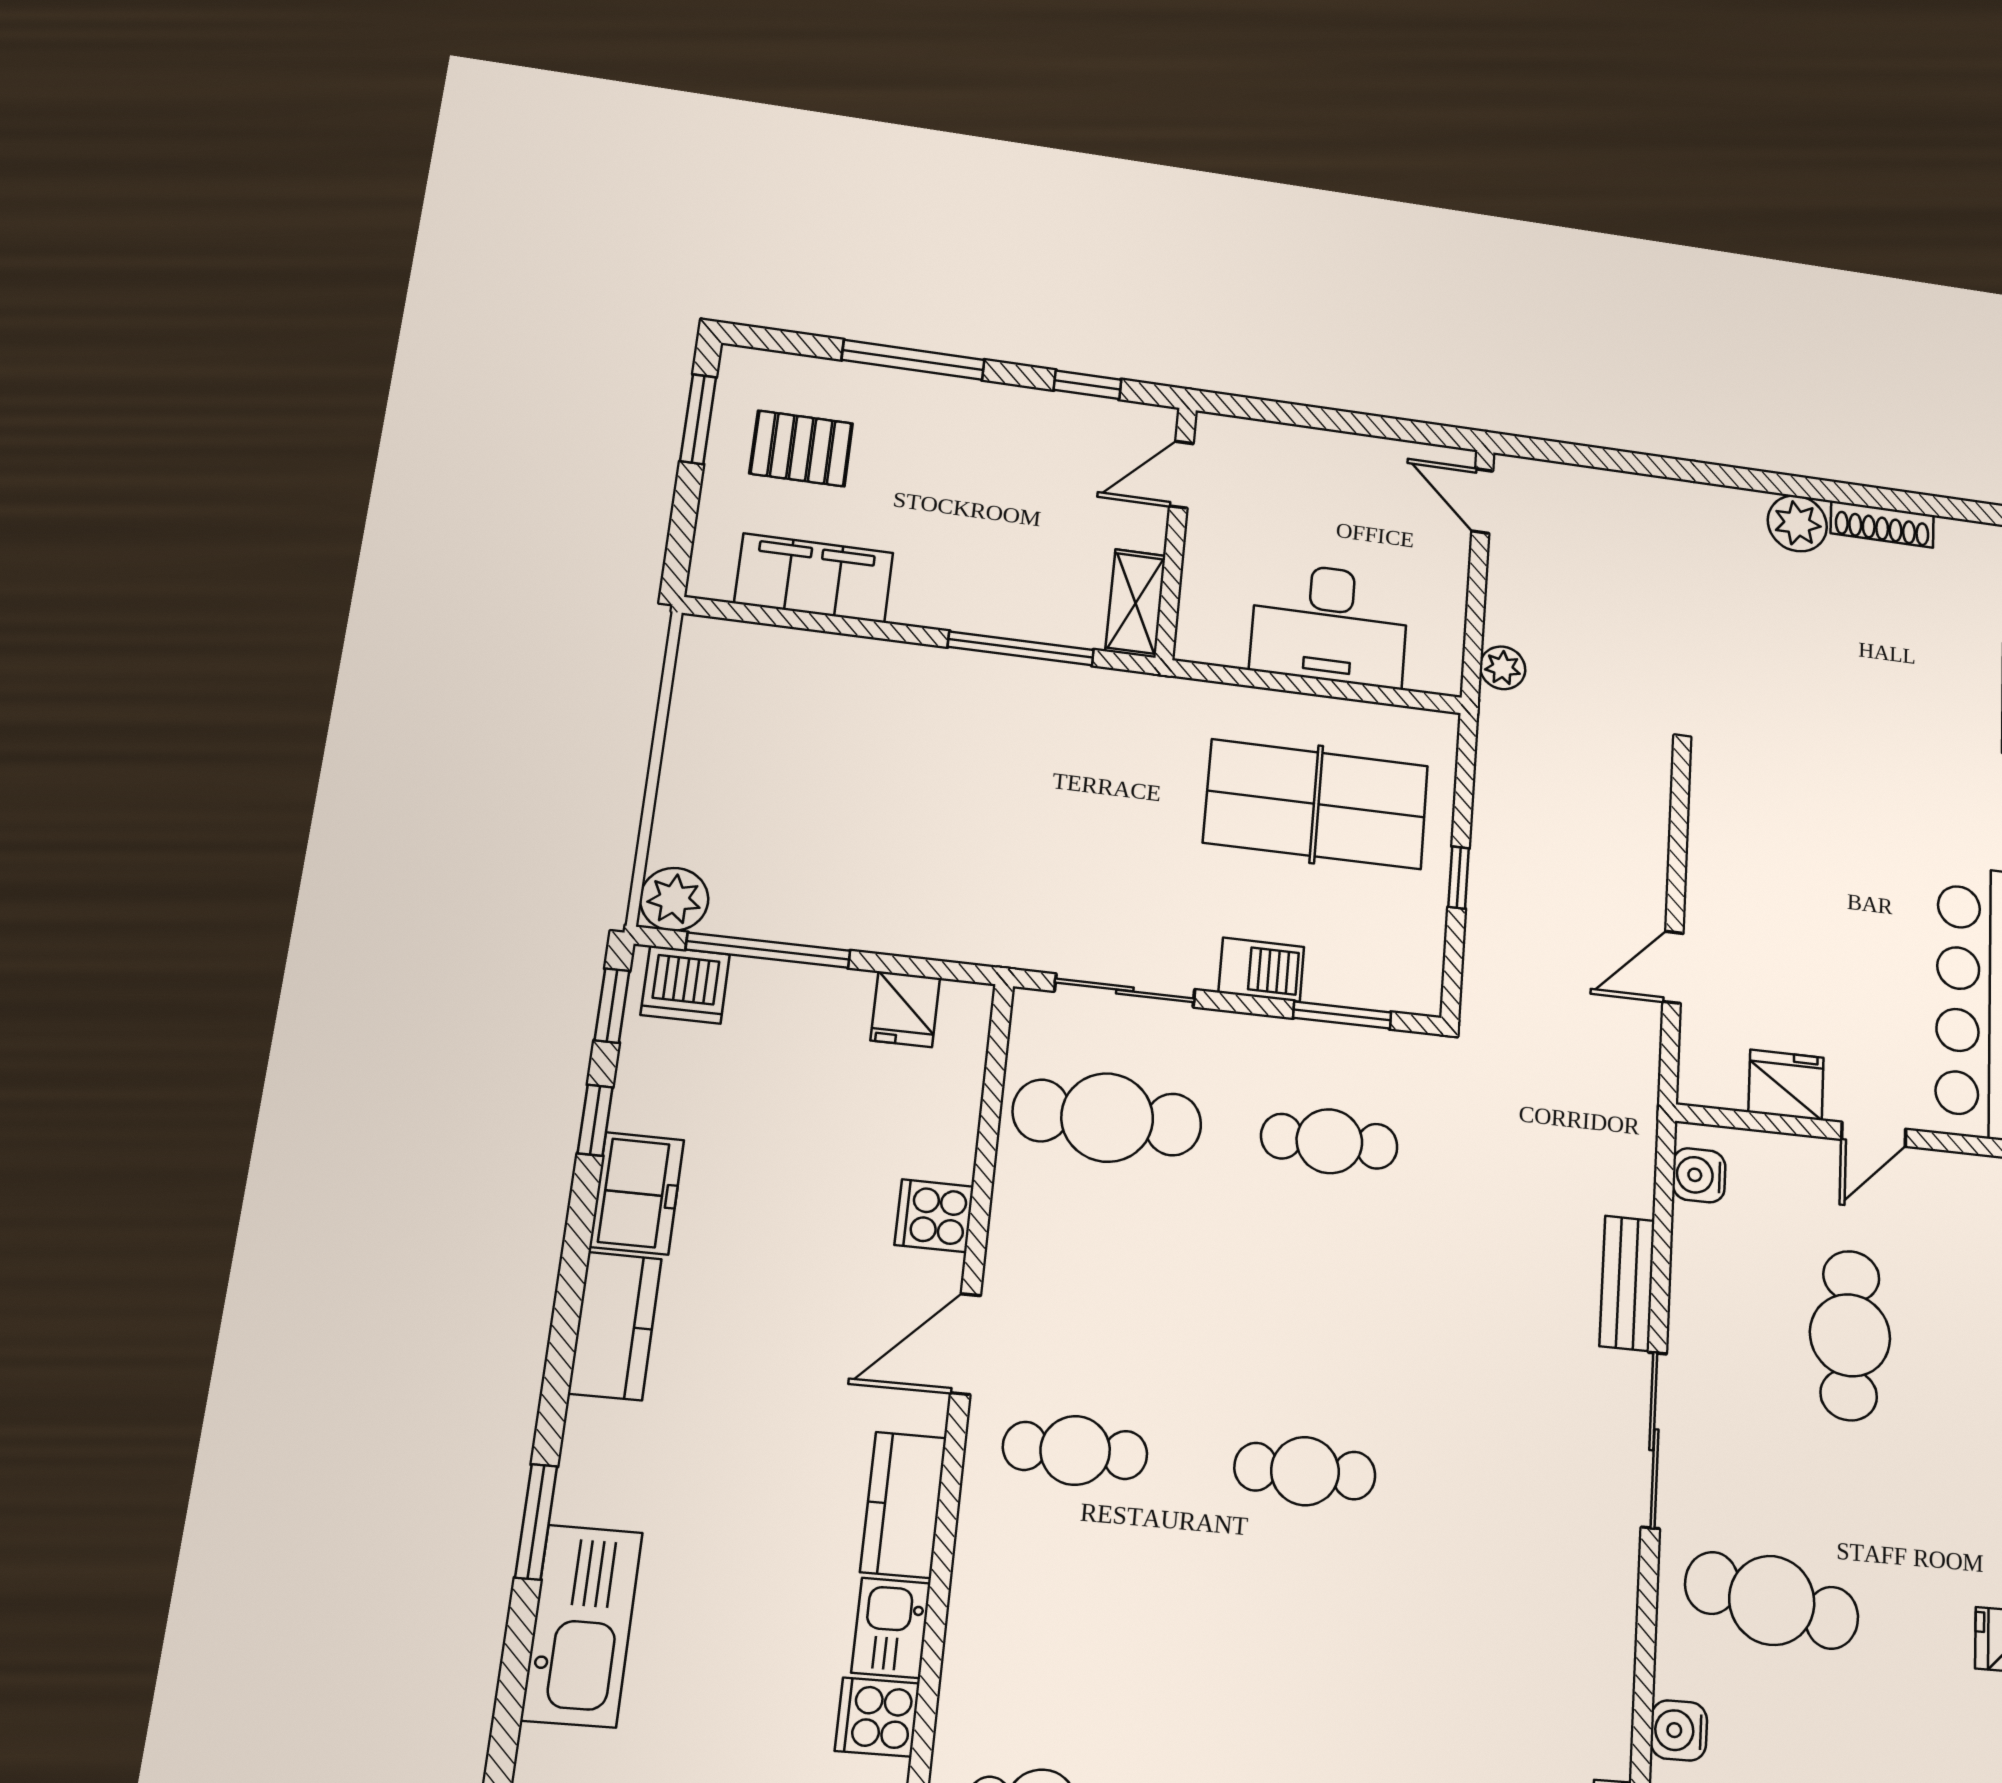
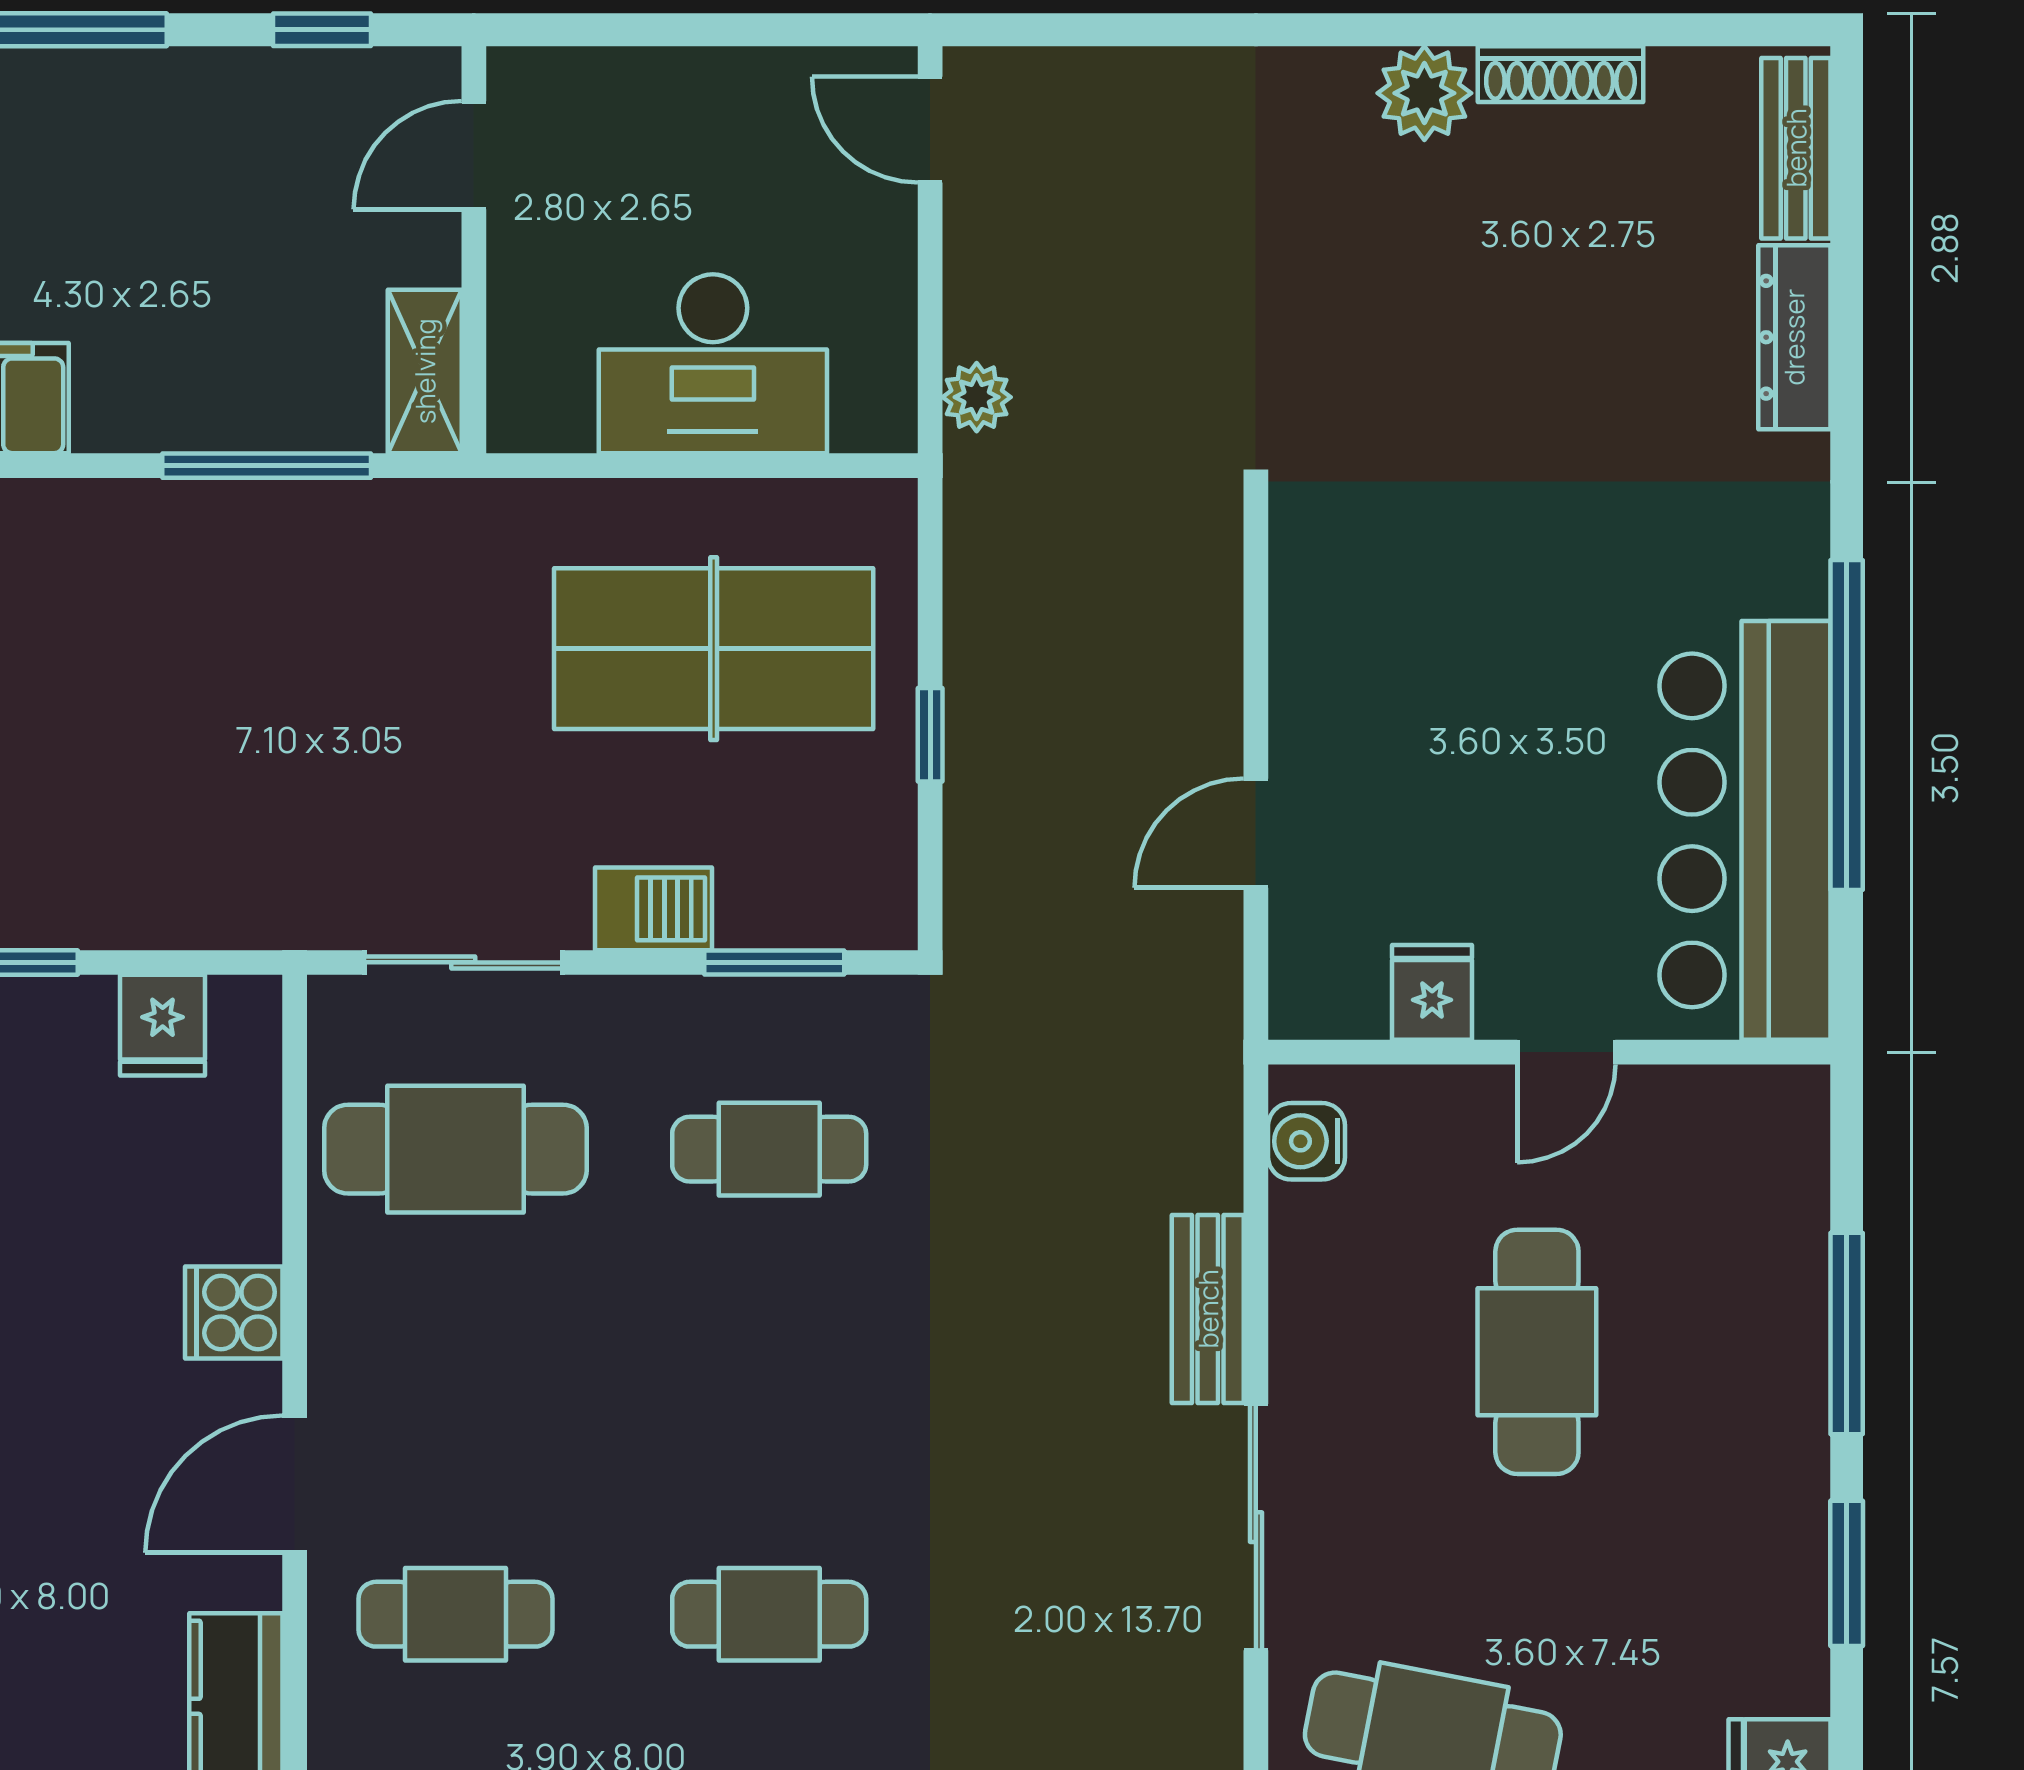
fridge: (1786, 1085) -> (1432, 992), width x0.72

